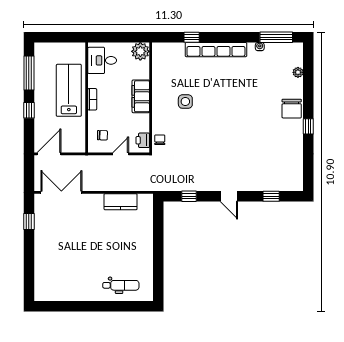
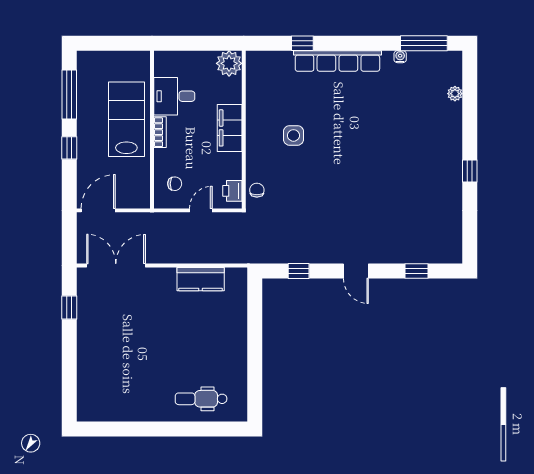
desk: (102, 60) -> (174, 96), moved
chair: (292, 109) -> (446, 146), removed
dental chair: (121, 285) -> (201, 399), turned 180

